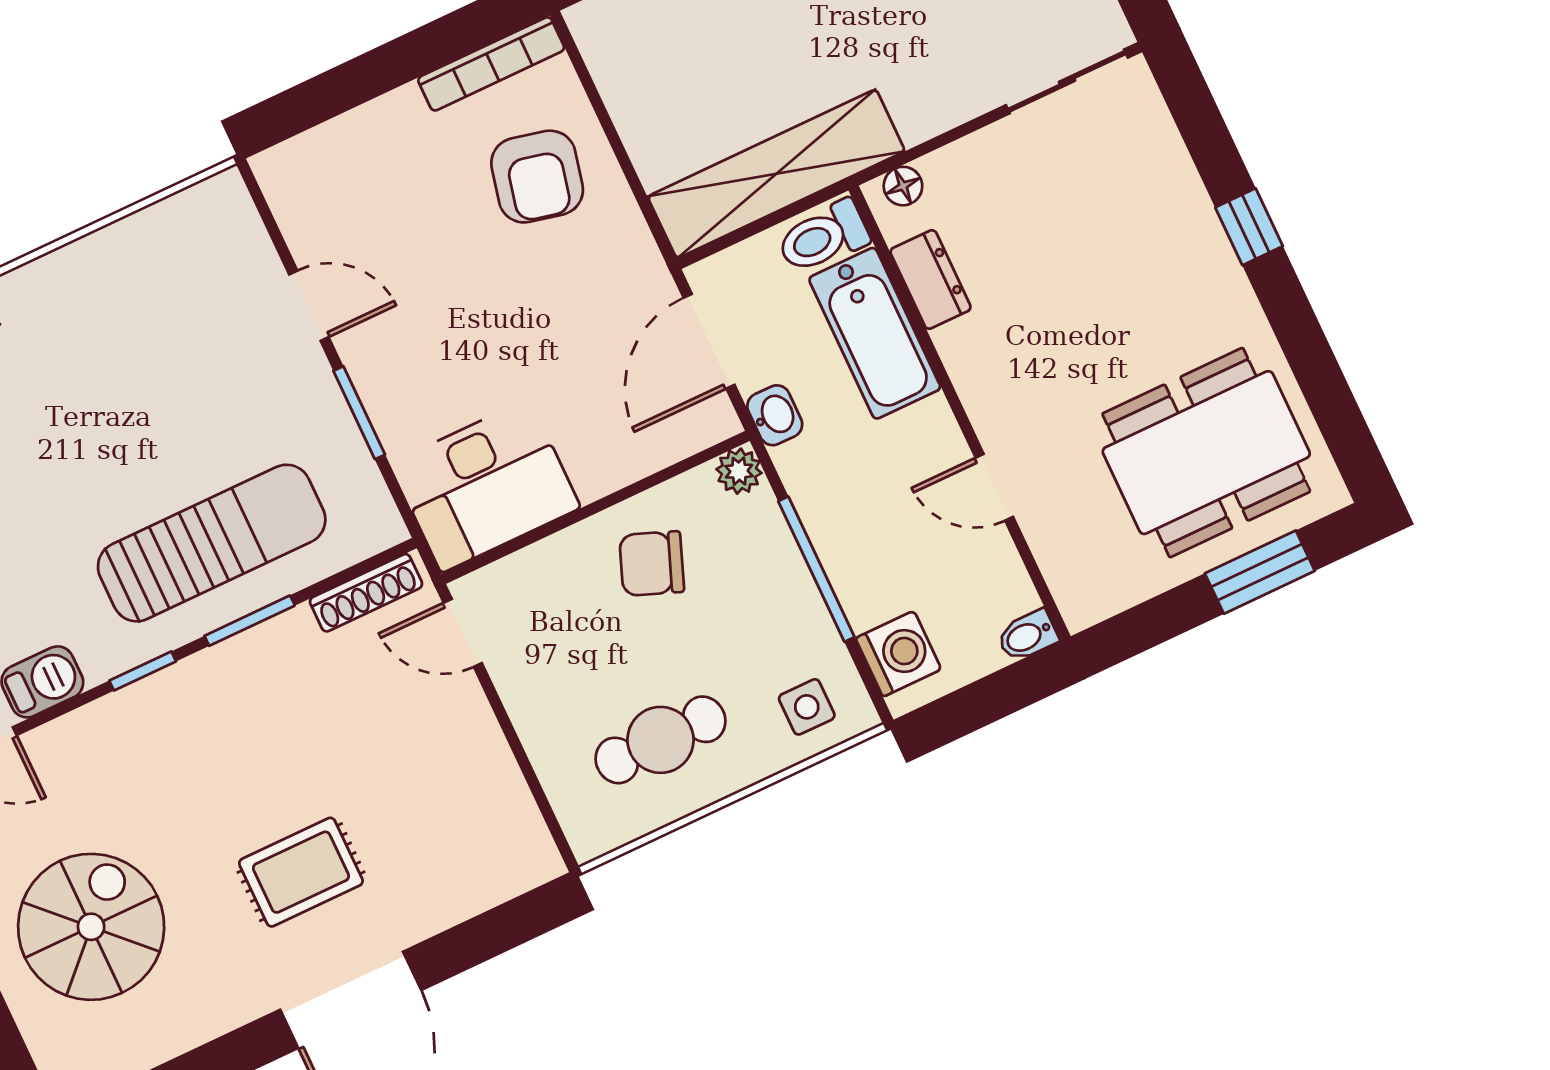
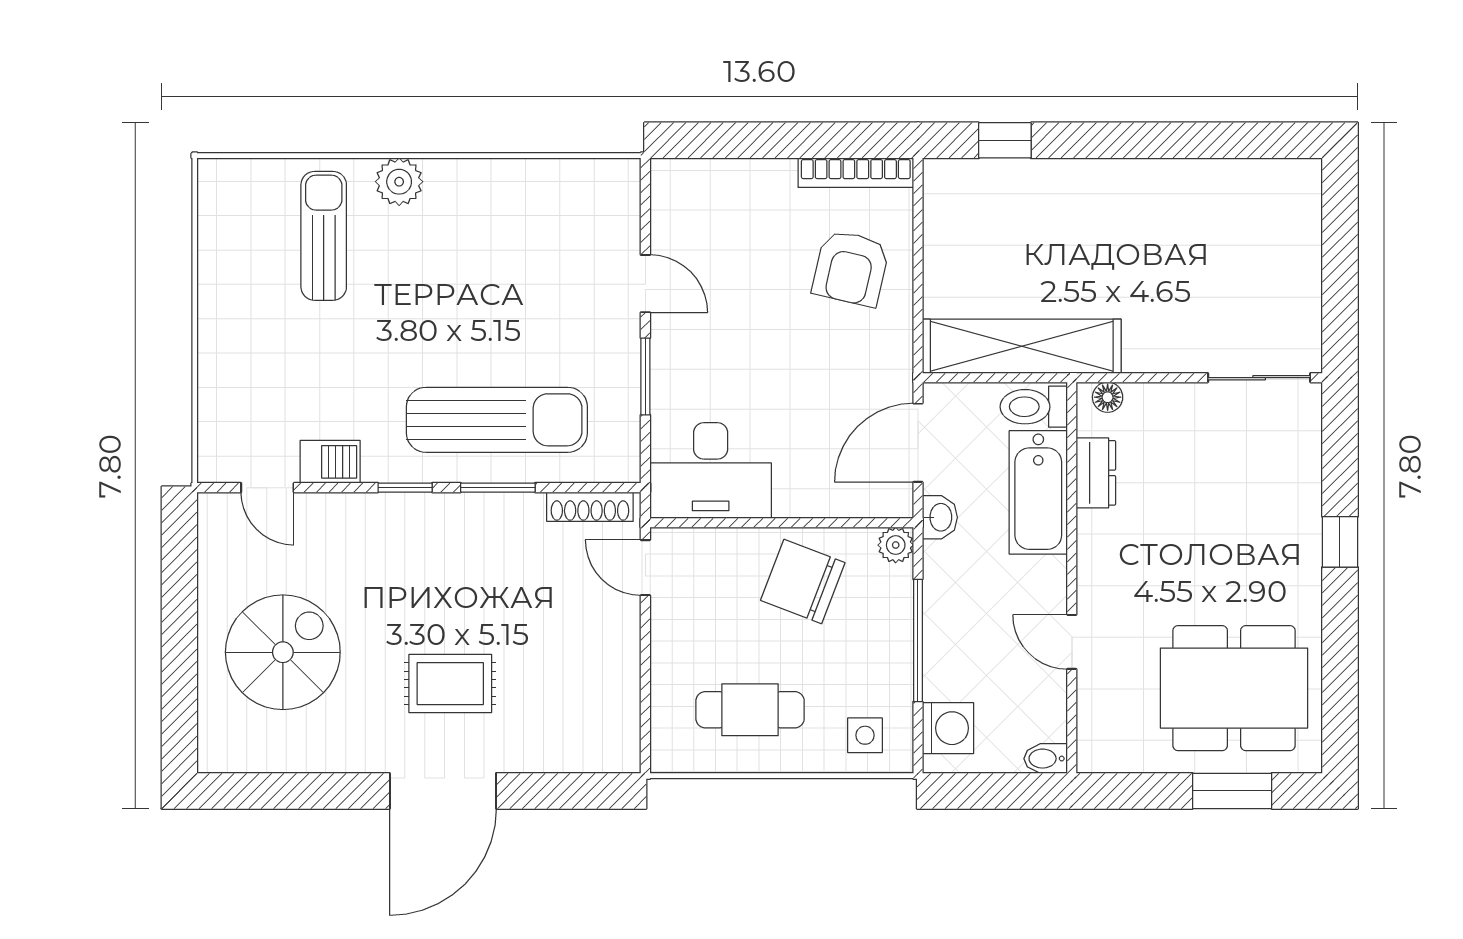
chair: (652, 564) -> (803, 581), width x1.37, depth x1.37

